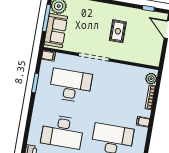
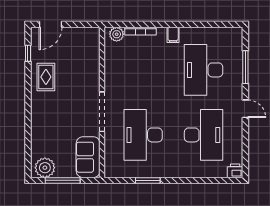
sofa: (56, 31) -> (88, 157), moved, turned -90
rug: (118, 31) -> (46, 77), moved, turned 90
filing cabinet: (48, 56) -> (110, 170), removed

